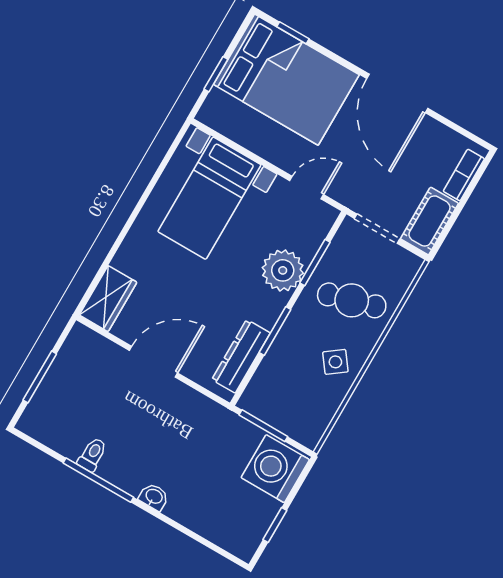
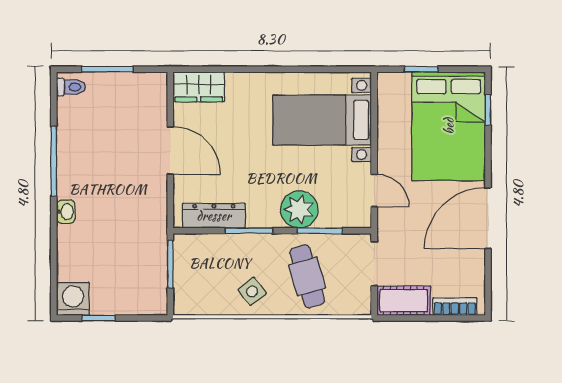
toilet: (92, 455) -> (71, 87), moved
washing machine: (275, 469) -> (73, 299), moved, width x0.73, depth x0.73

